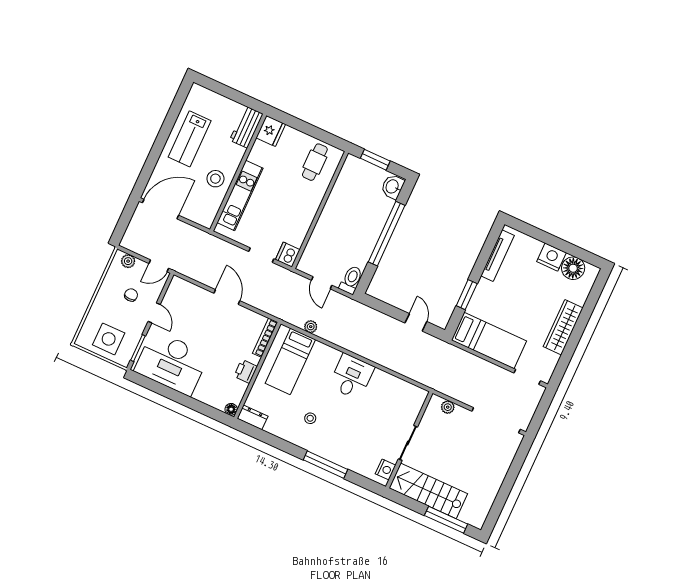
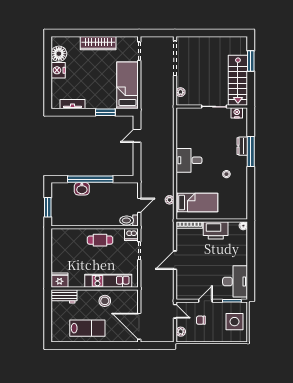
cafe table: (315, 162) -> (100, 240), moved
washbasin: (393, 187) -> (82, 189), moved
tv unit: (498, 256) -> (72, 104), width x0.71
toilet: (351, 280) -> (129, 220), moved
desk: (172, 363) -> (235, 281), width x0.73, depth x0.77
printer: (246, 371) -> (216, 230), width x1.87, depth x1.48
dresser: (253, 417) -> (242, 146), moved
window: (446, 520) -> (251, 61), width x0.69

